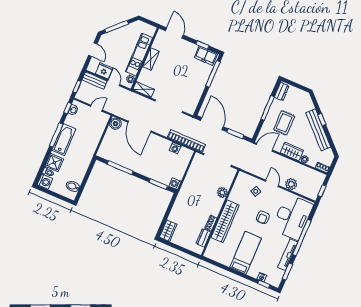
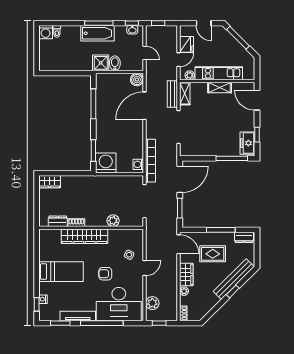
door: (174, 33) -> (257, 100), swing flipped
door: (93, 50) -> (204, 23), hinge flipped
bench: (95, 80) -> (172, 94), moved
bench: (318, 130) -> (234, 279), moved
washing machine: (175, 148) -> (138, 164), moved
shower: (54, 163) -> (101, 63), moved
washing machine: (175, 184) -> (106, 163), width x1.89, depth x1.89
plant: (291, 184) -> (152, 303), moved
bidet: (73, 186) -> (115, 63), moved

